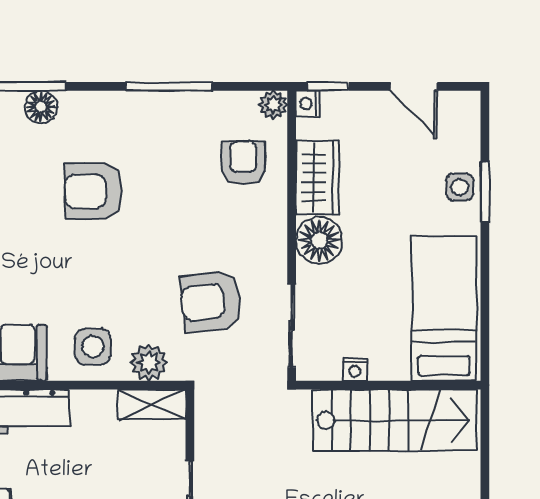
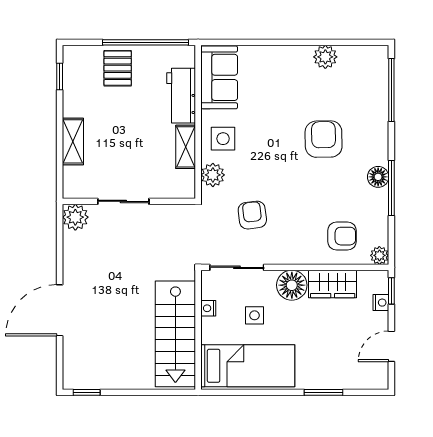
nightstand: (308, 103) -> (381, 303), moved, turned 90
floor lamp: (41, 107) -> (378, 177), moved
side table: (460, 187) -> (254, 315), moved
armchair: (211, 301) -> (252, 215), width x0.72, depth x0.72
shelving: (152, 404) -> (186, 147), moved

